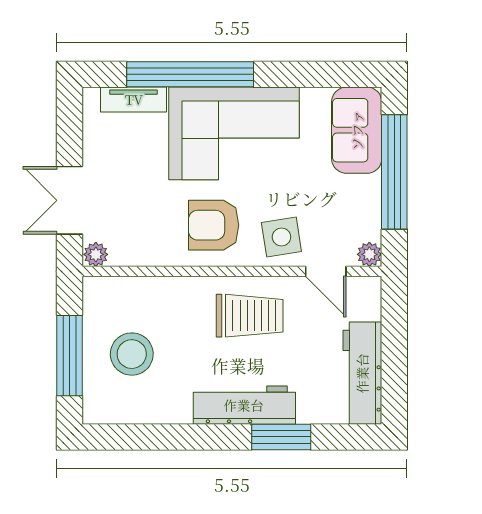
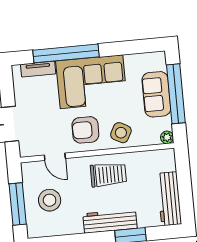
sofa: (357, 130) -> (156, 94), moved
side table: (281, 237) -> (121, 133), turned 37
plant: (96, 254) -> (26, 151), removed
door: (326, 271) -> (55, 157), moved

